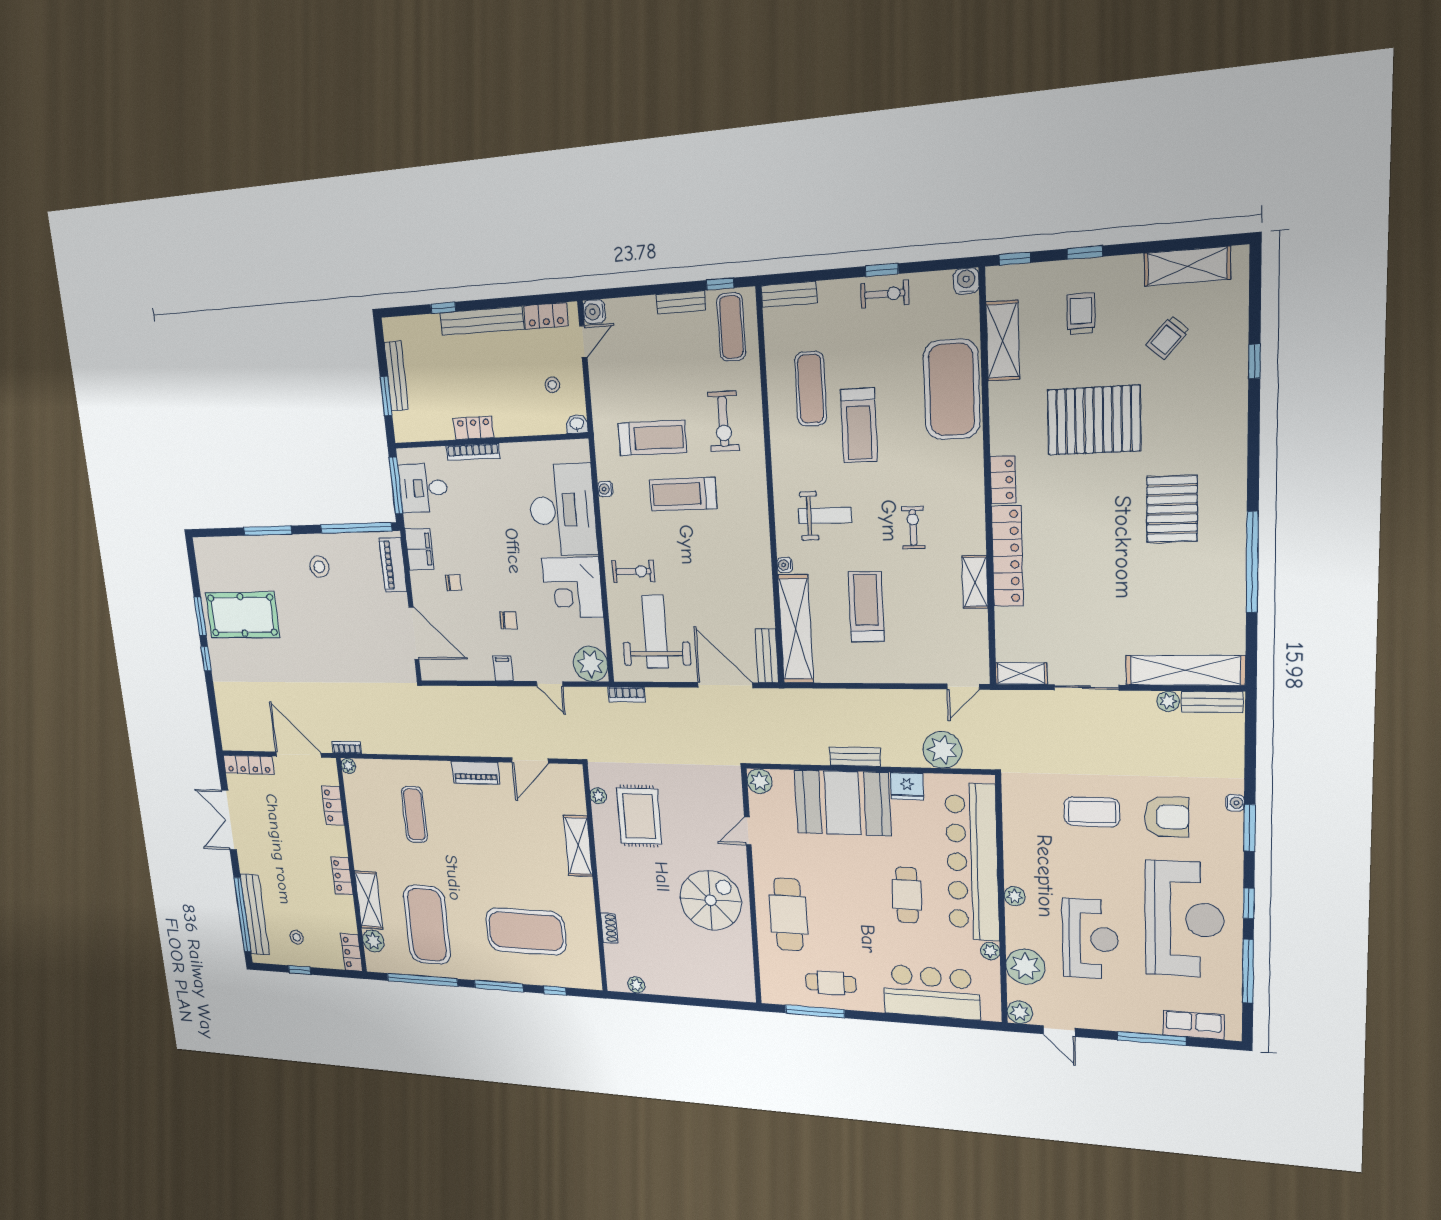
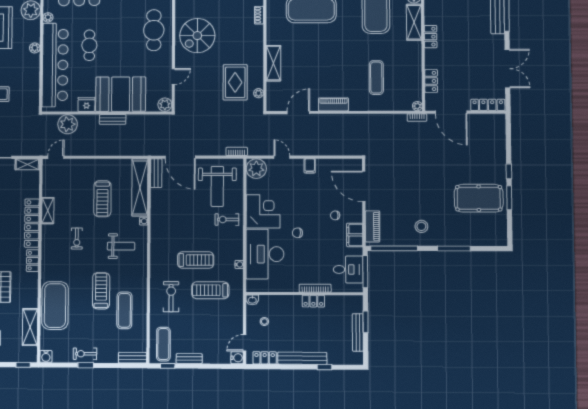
weight bench: (825, 515) -> (121, 246), turned 180
chair: (509, 620) -> (297, 233), moved

